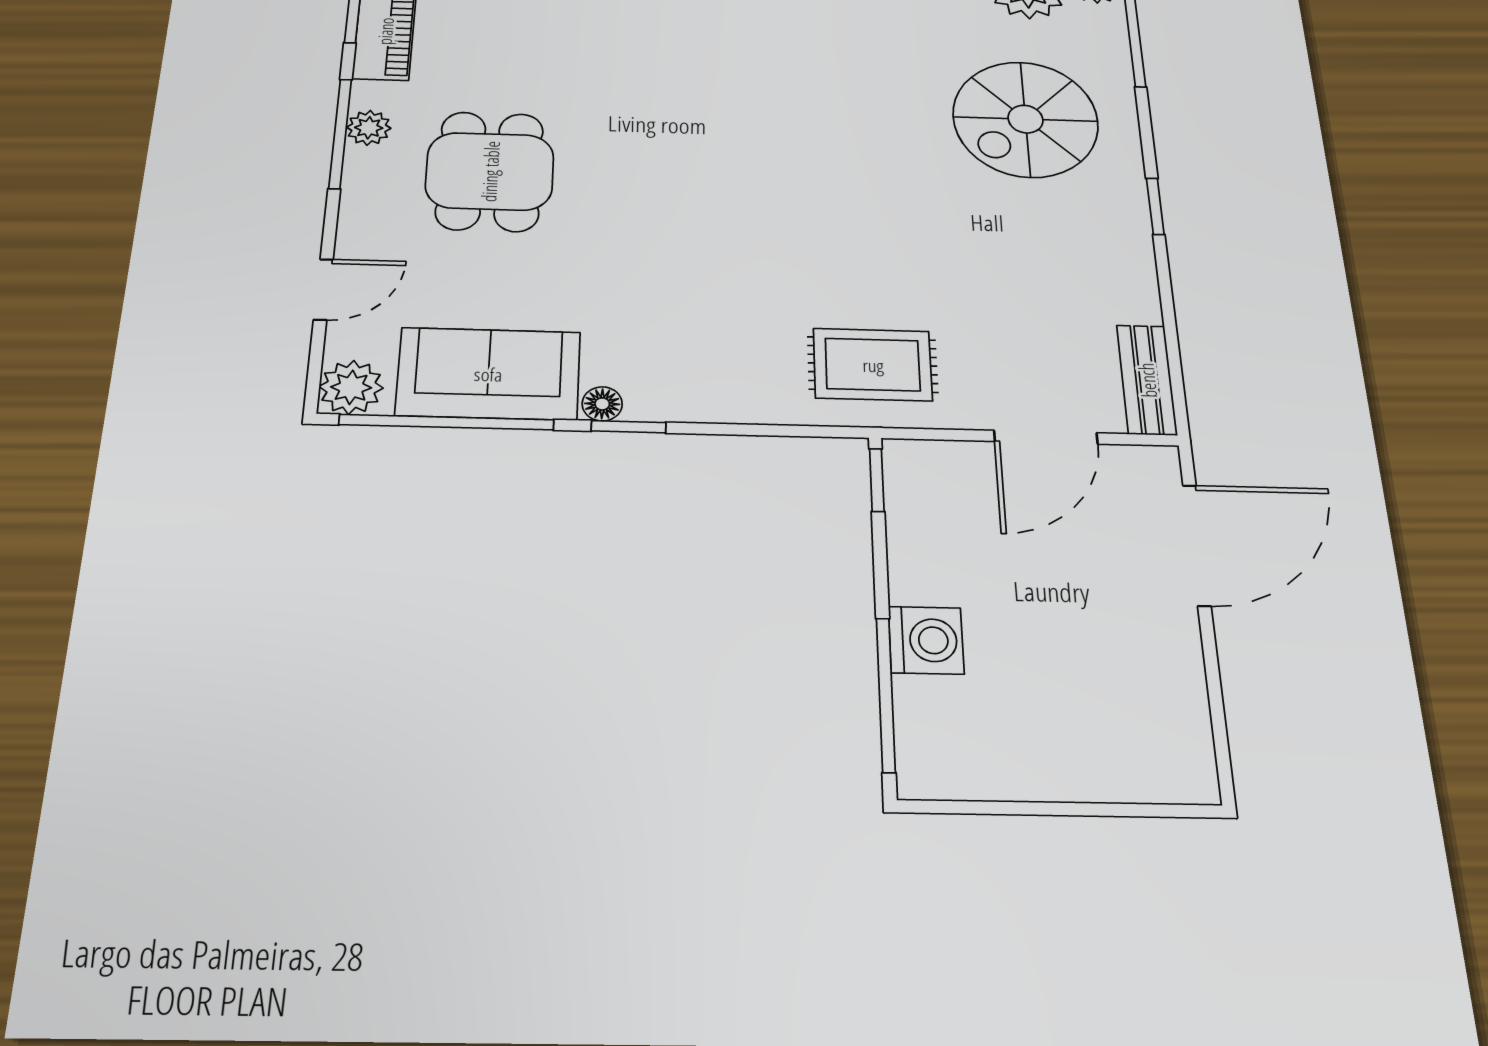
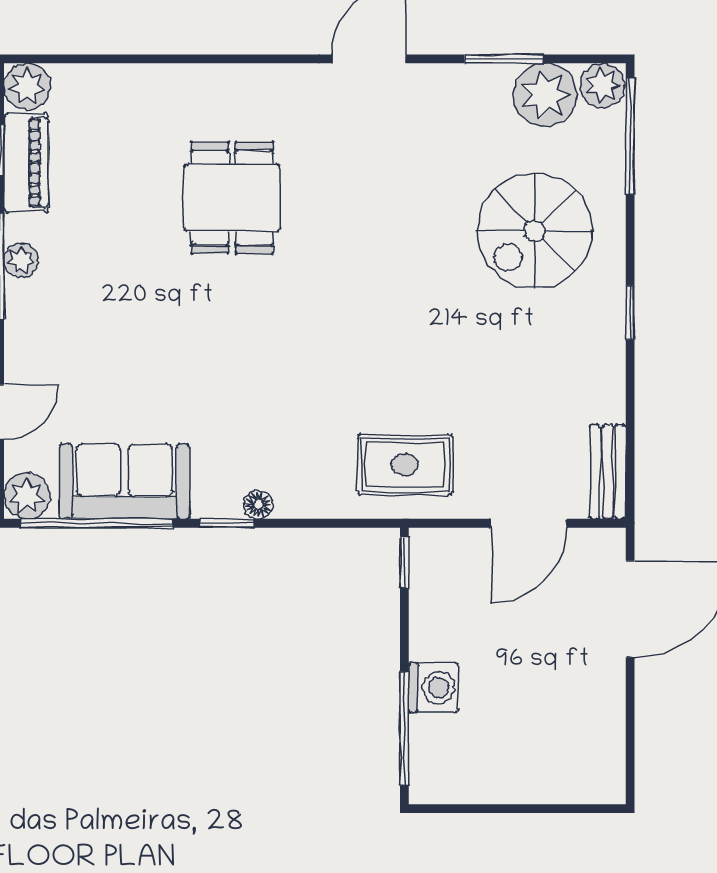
dining table: (490, 171) -> (232, 198), moved
floor lamp: (602, 404) -> (258, 505), moved

